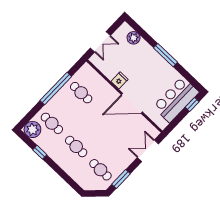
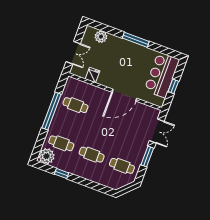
fridge: (119, 80) -> (92, 75), moved
window: (192, 105) -> (173, 86), moved
double door: (148, 151) -> (157, 131), swing flipped
window: (121, 179) -> (147, 156), moved

